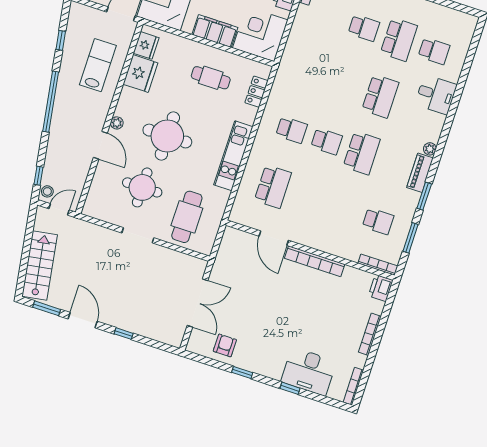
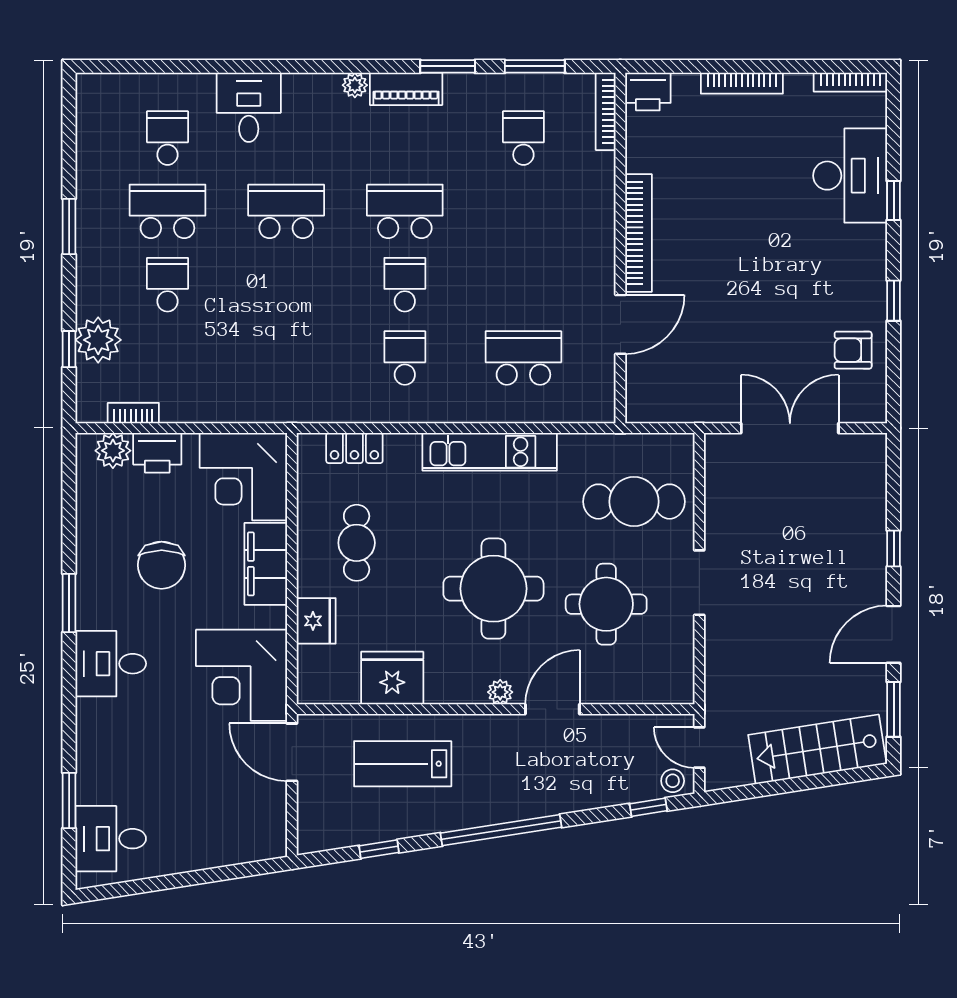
fridge: (146, 45) -> (316, 621), moved, turned 90

